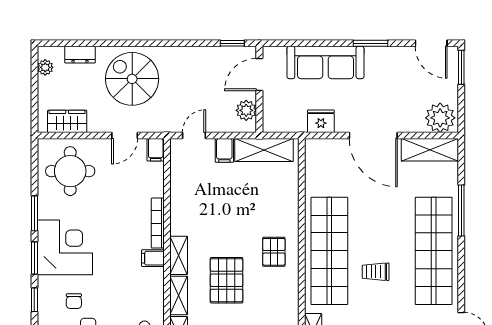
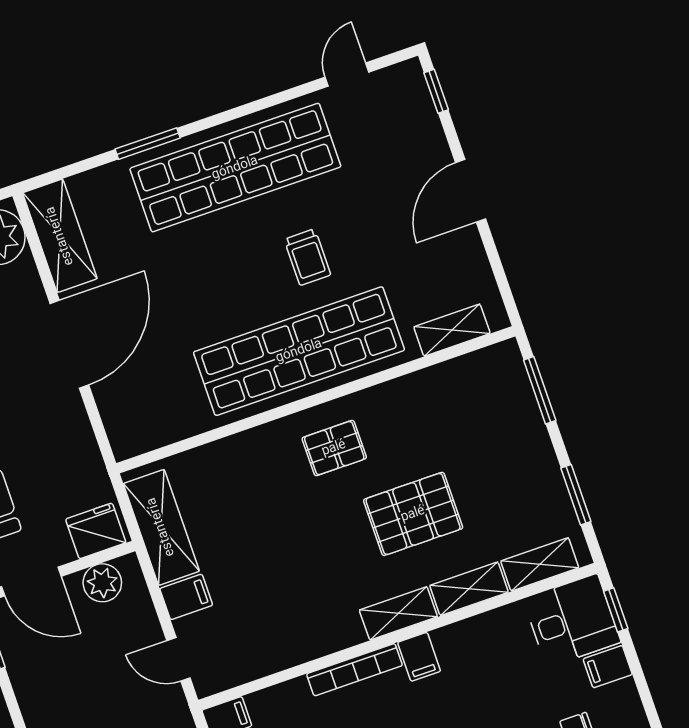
fridge: (321, 121) -> (96, 531), moved, turned 90
window: (461, 211) -> (148, 144), width x0.69

